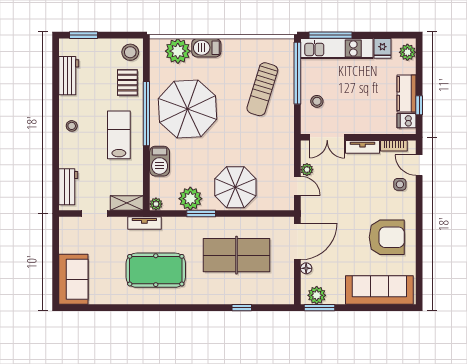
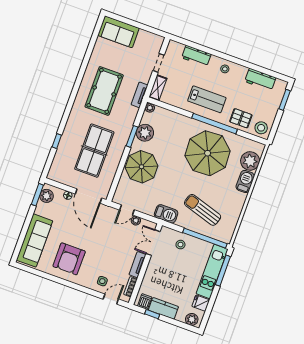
barbecue: (160, 161) -> (166, 214), moved, turned 180
workbench: (68, 187) -> (196, 56), moved

